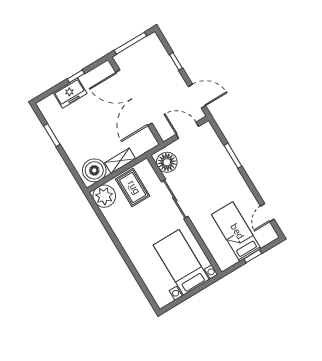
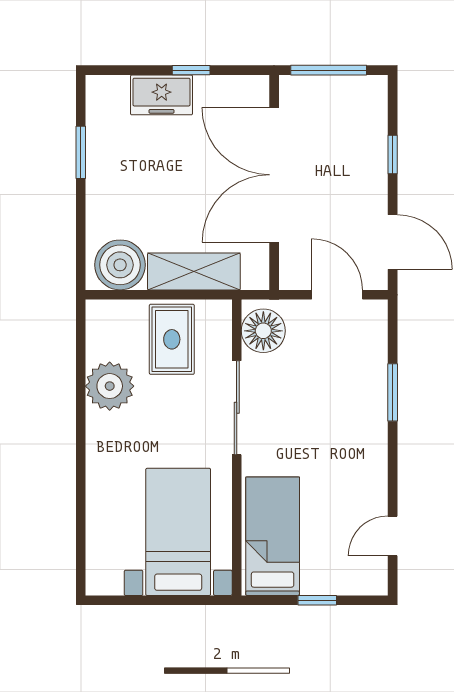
shelving: (120, 161) -> (194, 271), width x1.50, depth x1.33
plant: (104, 196) -> (110, 386), moved
bed: (236, 232) -> (273, 536), moved

